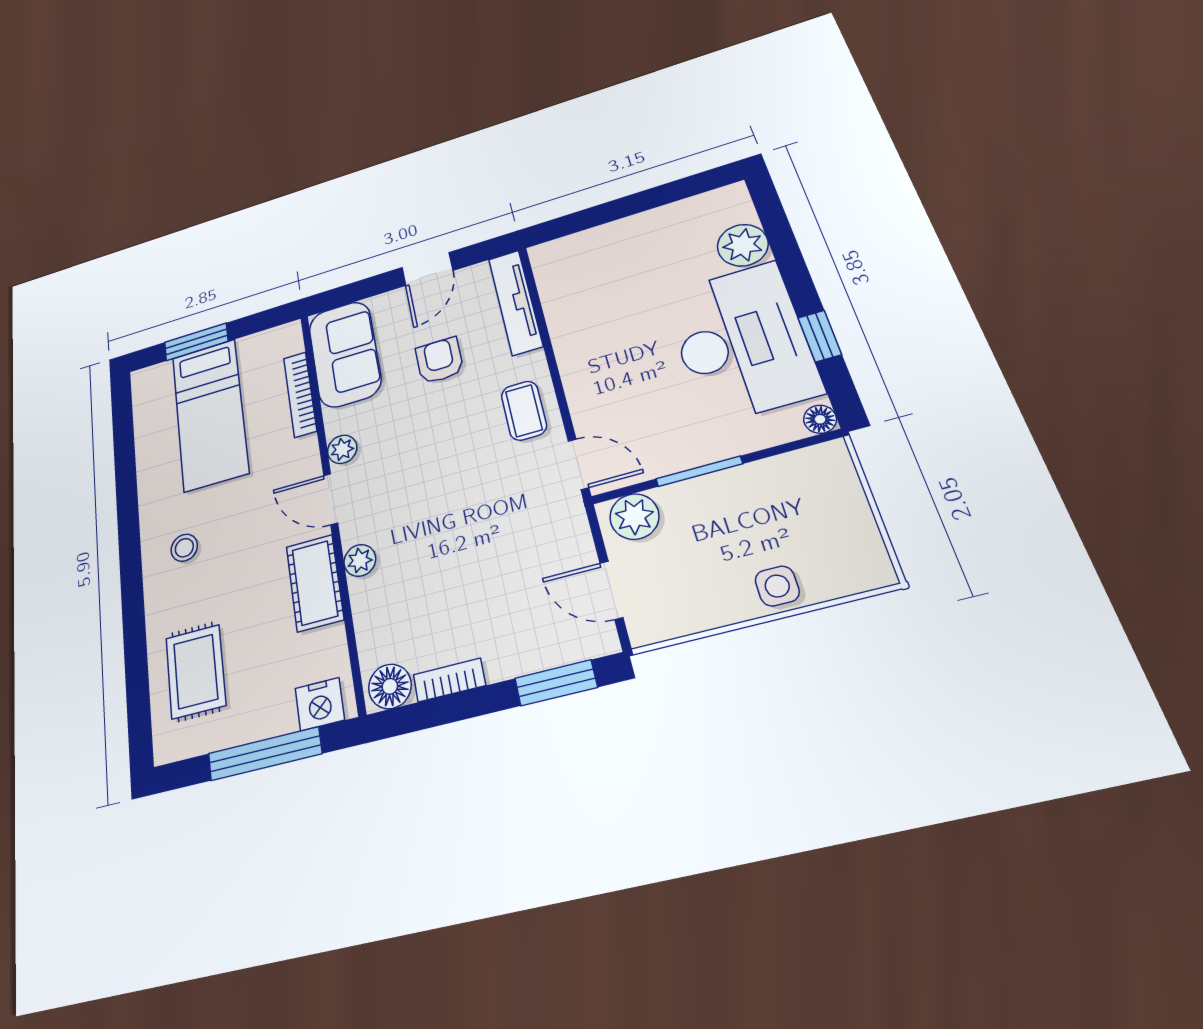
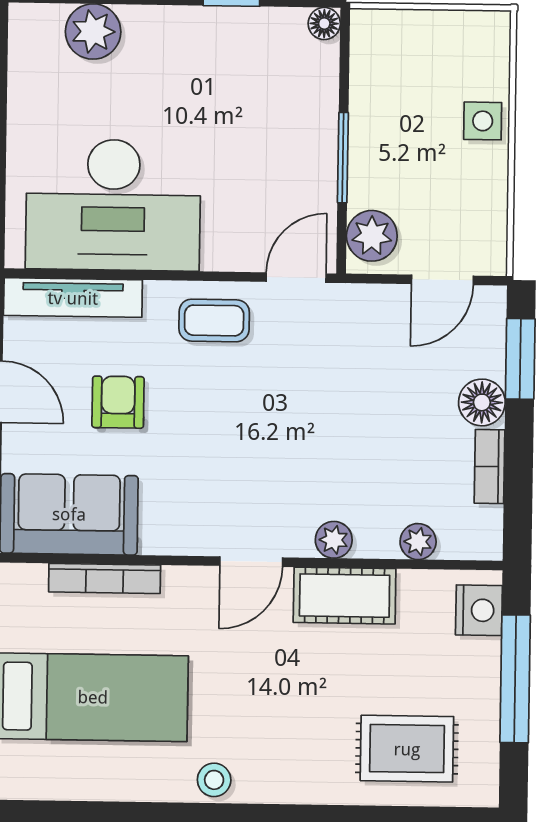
desk: (741, 342) -> (113, 205), moved, turned 180
armchair: (439, 360) -> (118, 402), turned 90
plant: (342, 449) -> (418, 542), moved
stool: (184, 548) -> (214, 780), moved
floor lamp: (390, 686) -> (482, 402), moved

